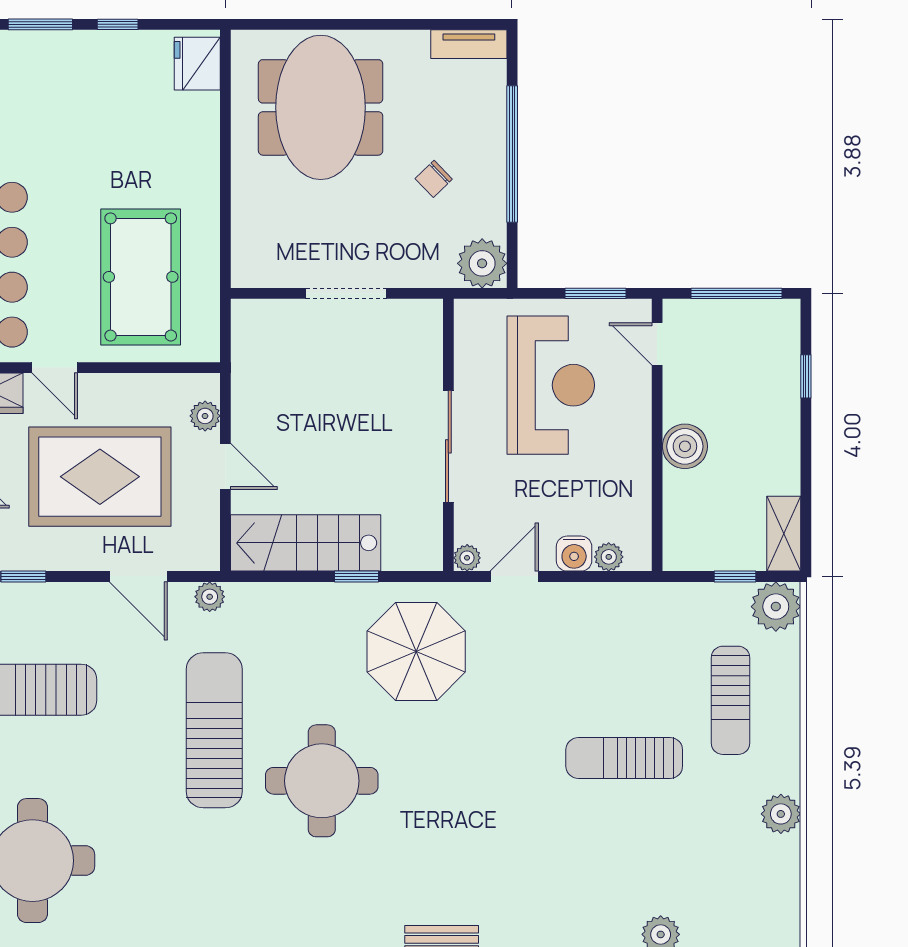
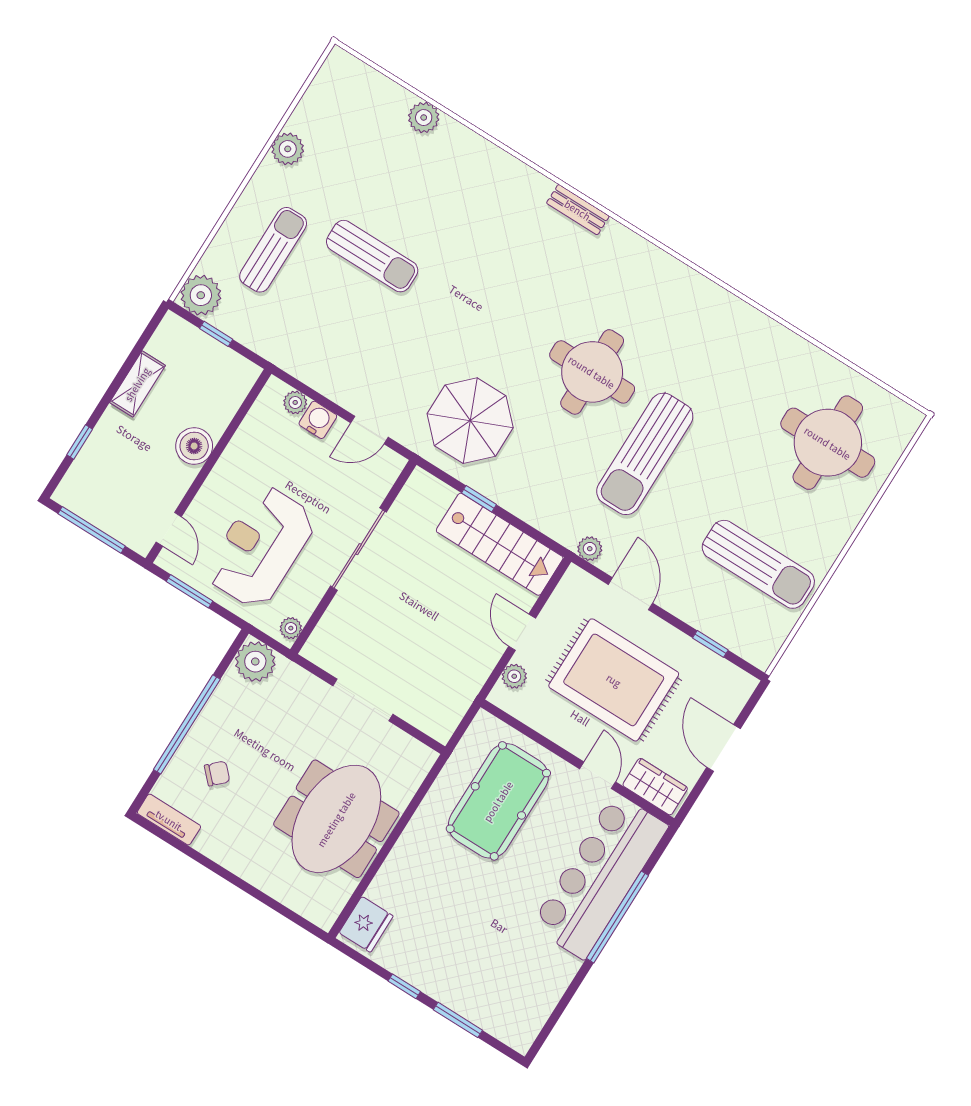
meeting table: (321, 107) -> (336, 819), moved
chair: (434, 179) -> (217, 774), moved
shelving: (784, 534) -> (137, 384), moved
plant: (467, 558) -> (291, 628), moved

